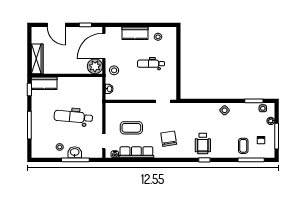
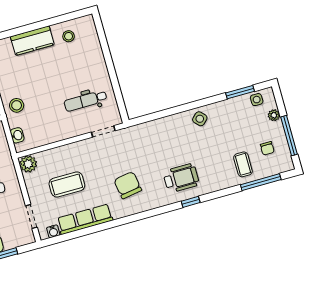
dental chair: (151, 64) -> (85, 101), moved
plant: (111, 108) -> (28, 164), added
wheelchair: (203, 144) -> (181, 178), turned -90

